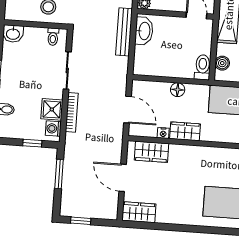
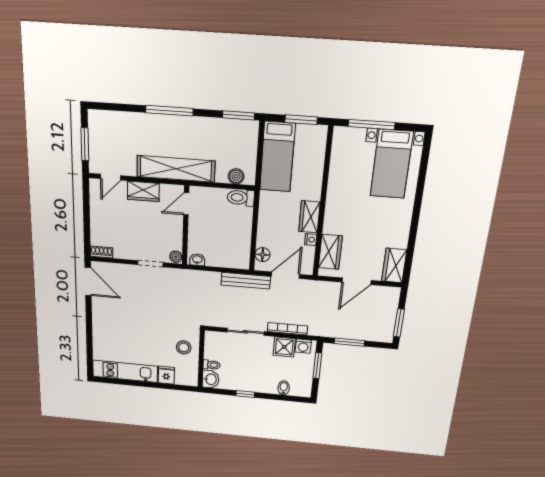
washbasin: (144, 31) -> (197, 260), width x0.52, depth x0.69
bench: (124, 32) -> (246, 281), moved
toilet: (53, 37) -> (211, 365), moved
floor lamp: (178, 90) -> (263, 255), moved
window: (32, 143) -> (317, 366), width x1.50
window: (81, 221) -> (399, 323), width x1.50

